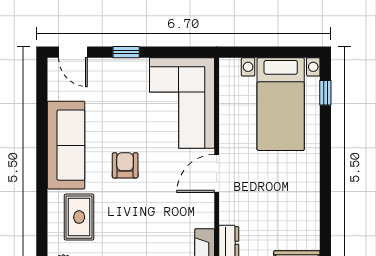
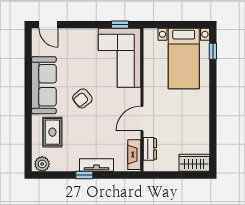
window: (126, 52) -> (120, 25), moved
armchair: (125, 165) -> (82, 98), turned -129
door: (217, 173) -> (142, 119), moved

